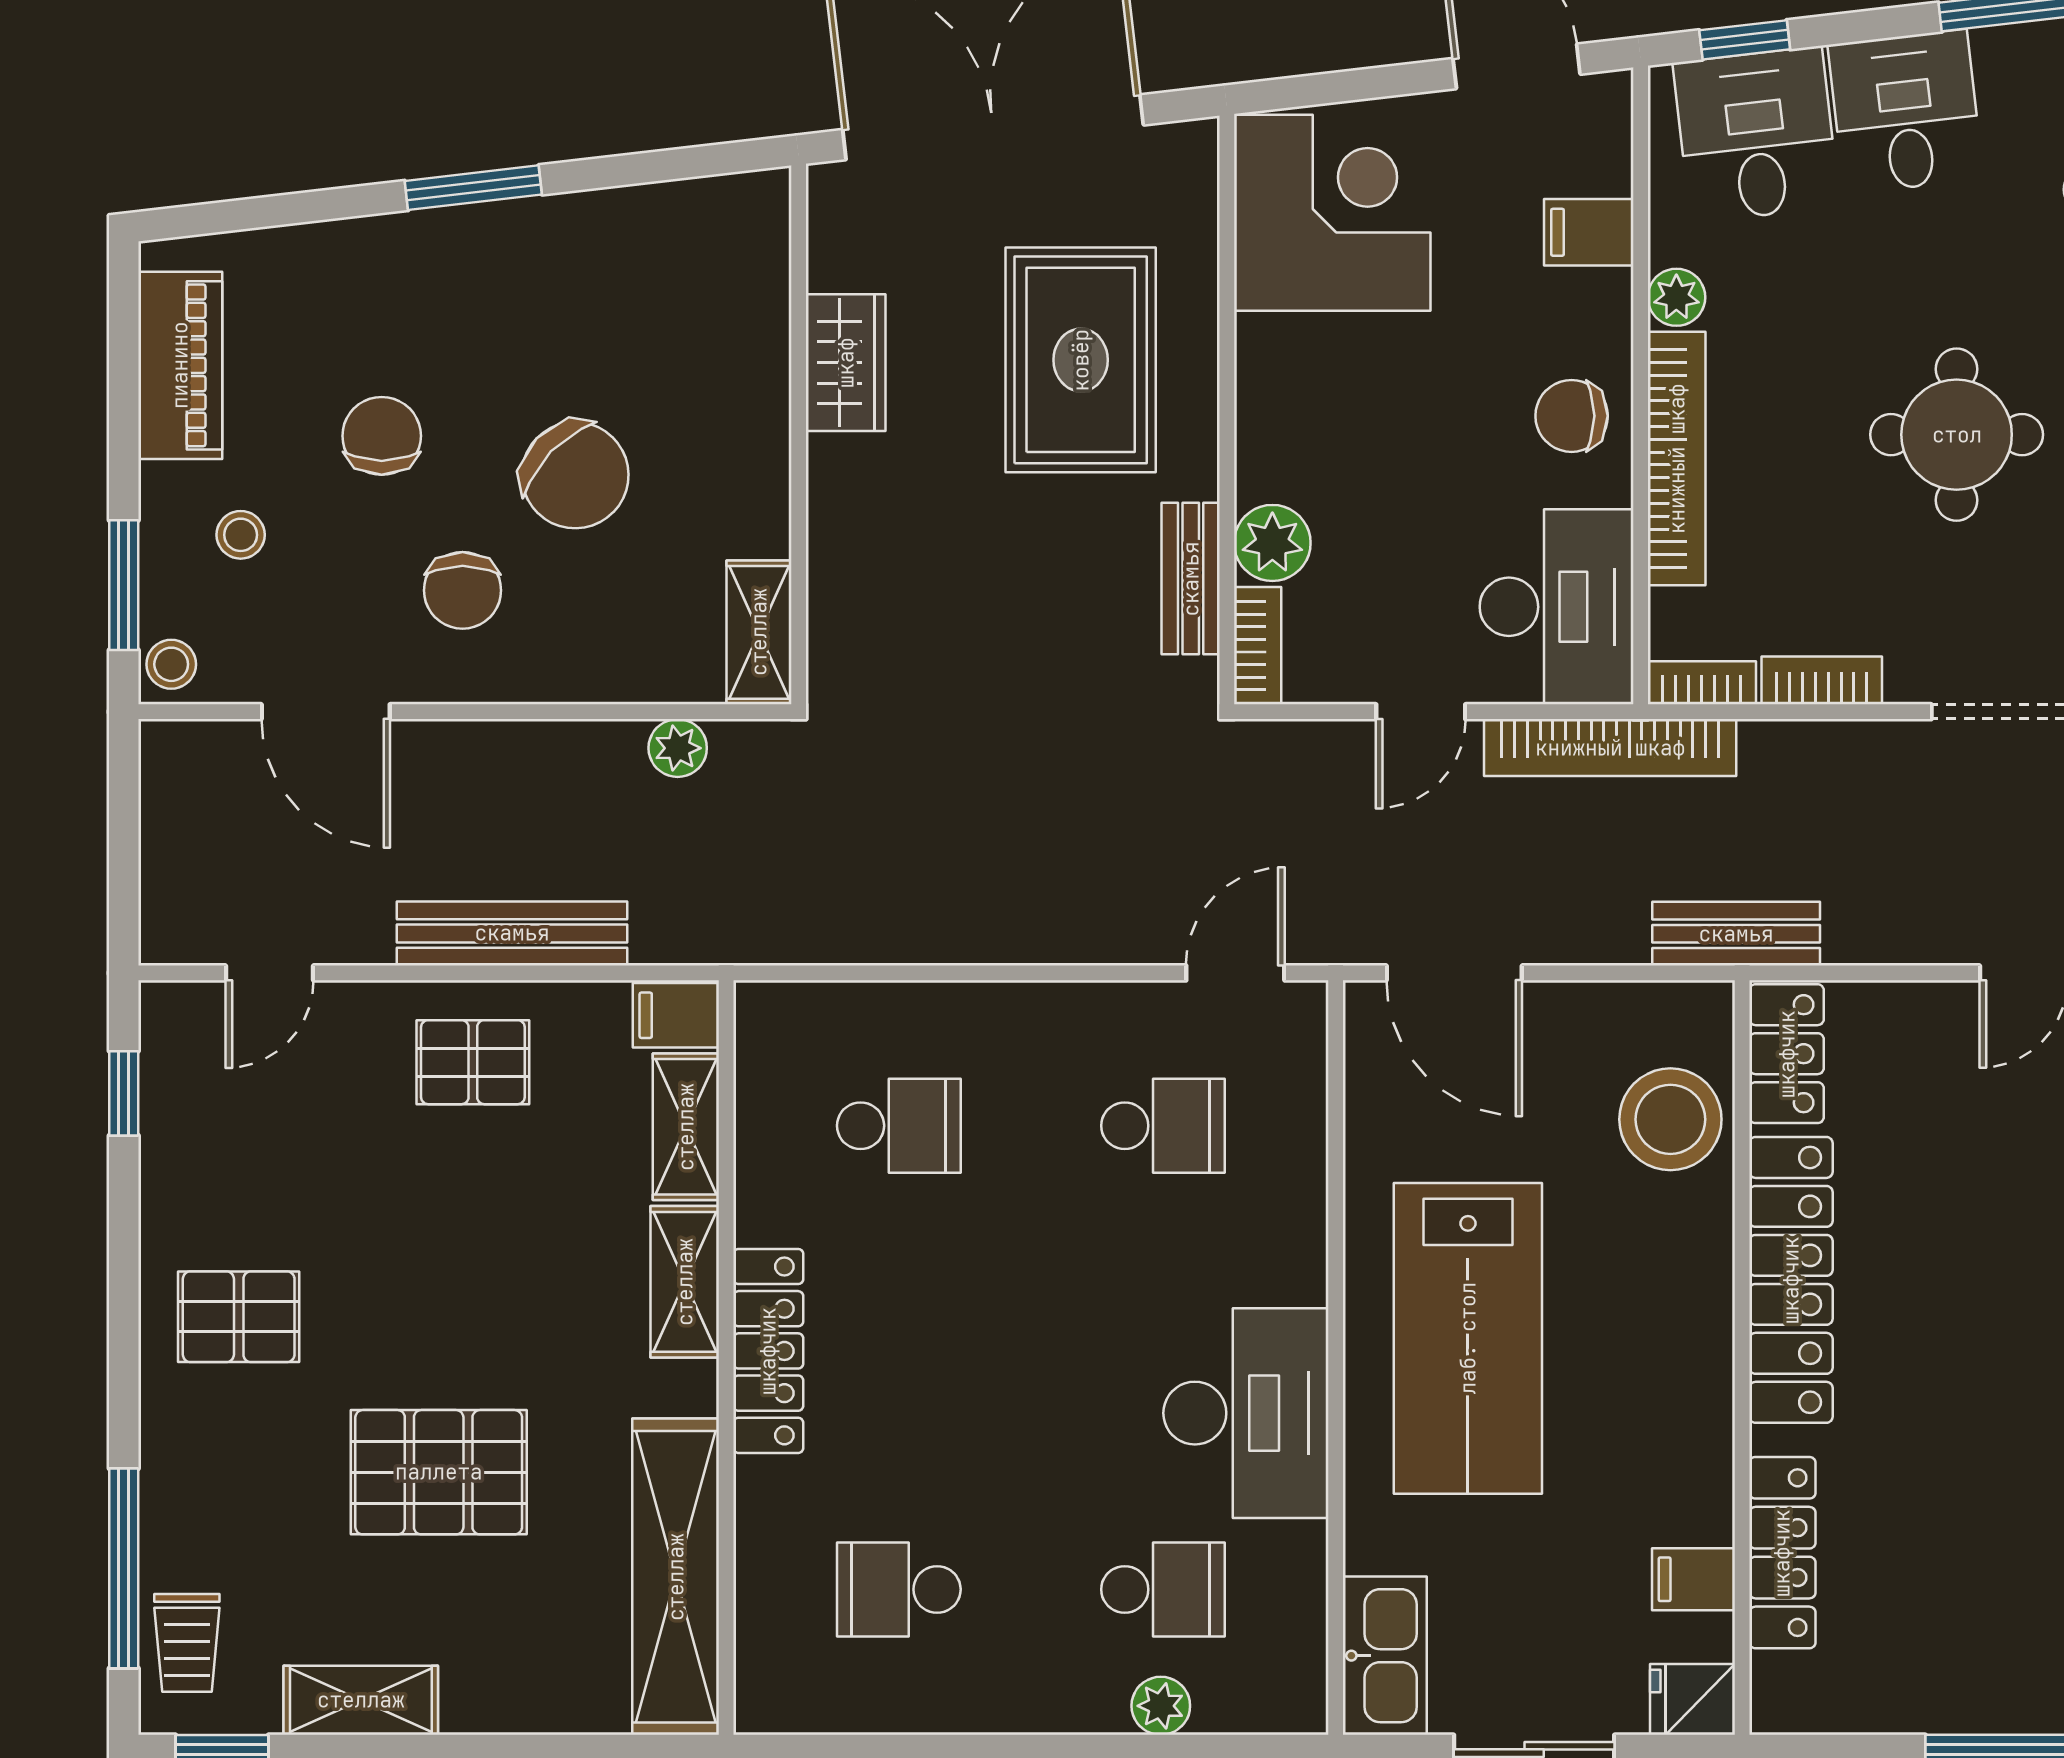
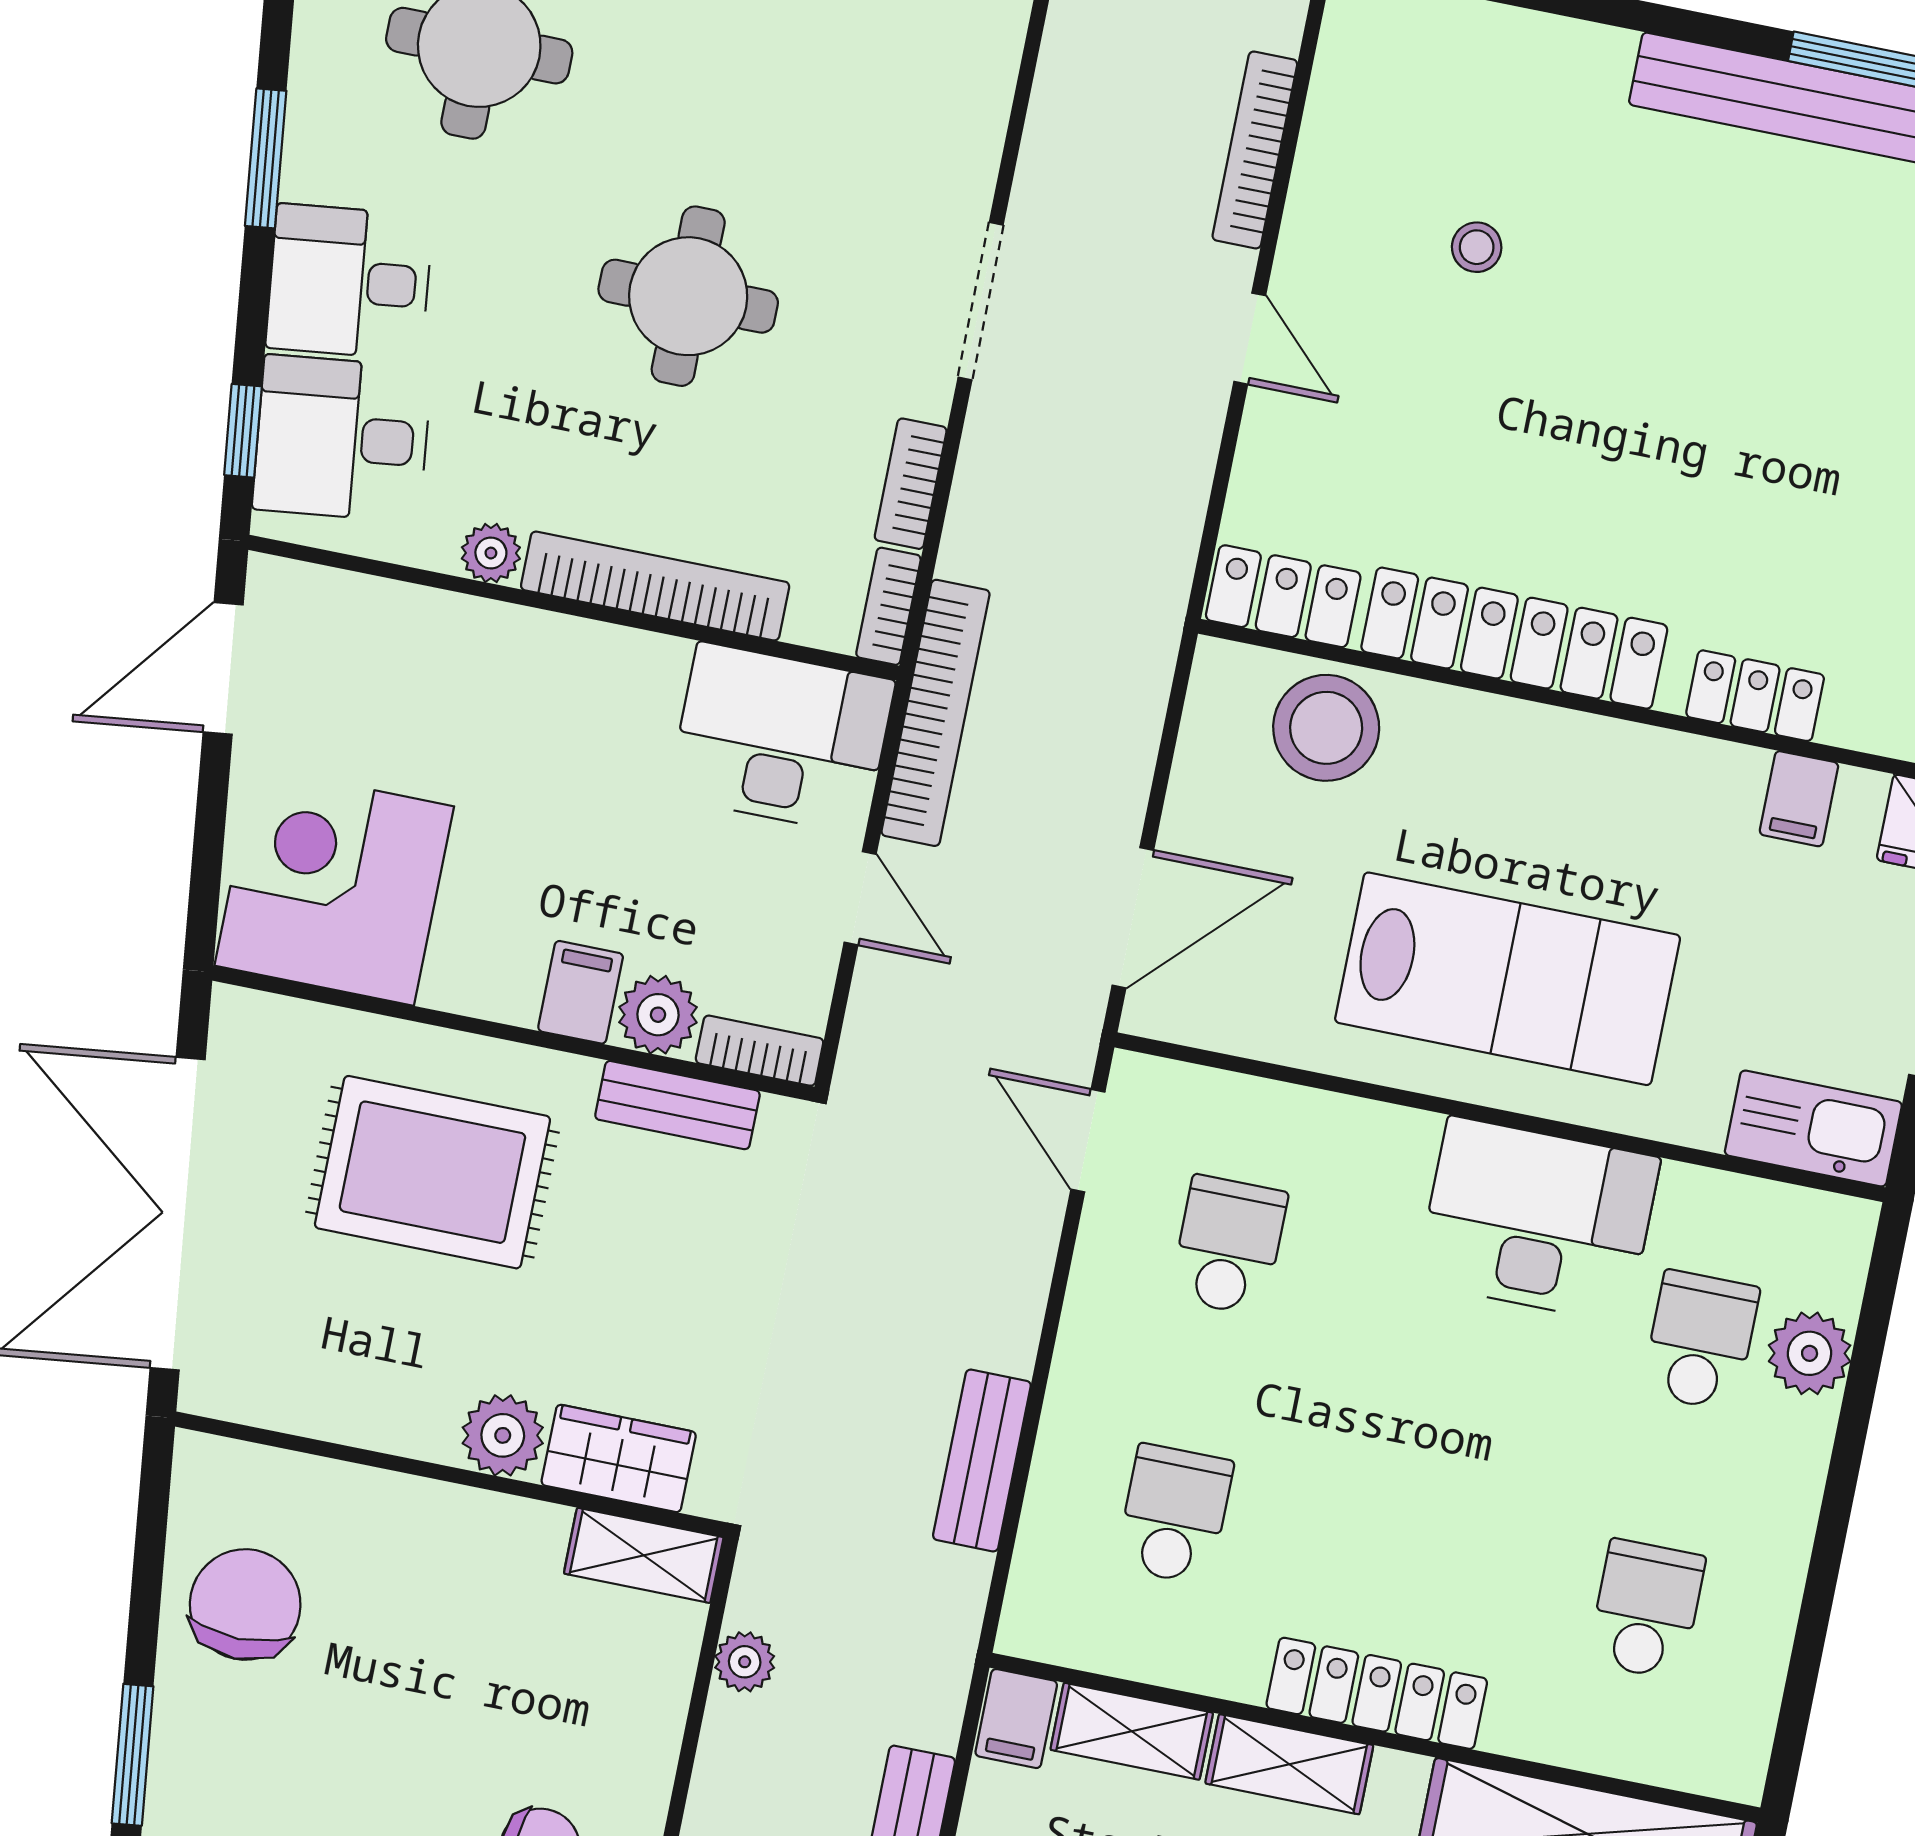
filing cabinet: (1589, 232) -> (581, 992), moved, turned 180
wardrobe: (846, 363) -> (619, 1458), moved
chair: (1572, 416) -> (590, 684), removed
chair: (575, 475) -> (245, 1604), moved, turned -44
plant: (845, 476) -> (503, 1435), added
bench: (1736, 934) -> (982, 1461), moved
locker: (1782, 1553) -> (1755, 696), width x0.66
school desk: (899, 1589) -> (1646, 1609), turned 180
plant: (1161, 1706) -> (1810, 1353), width x1.38, depth x1.38

